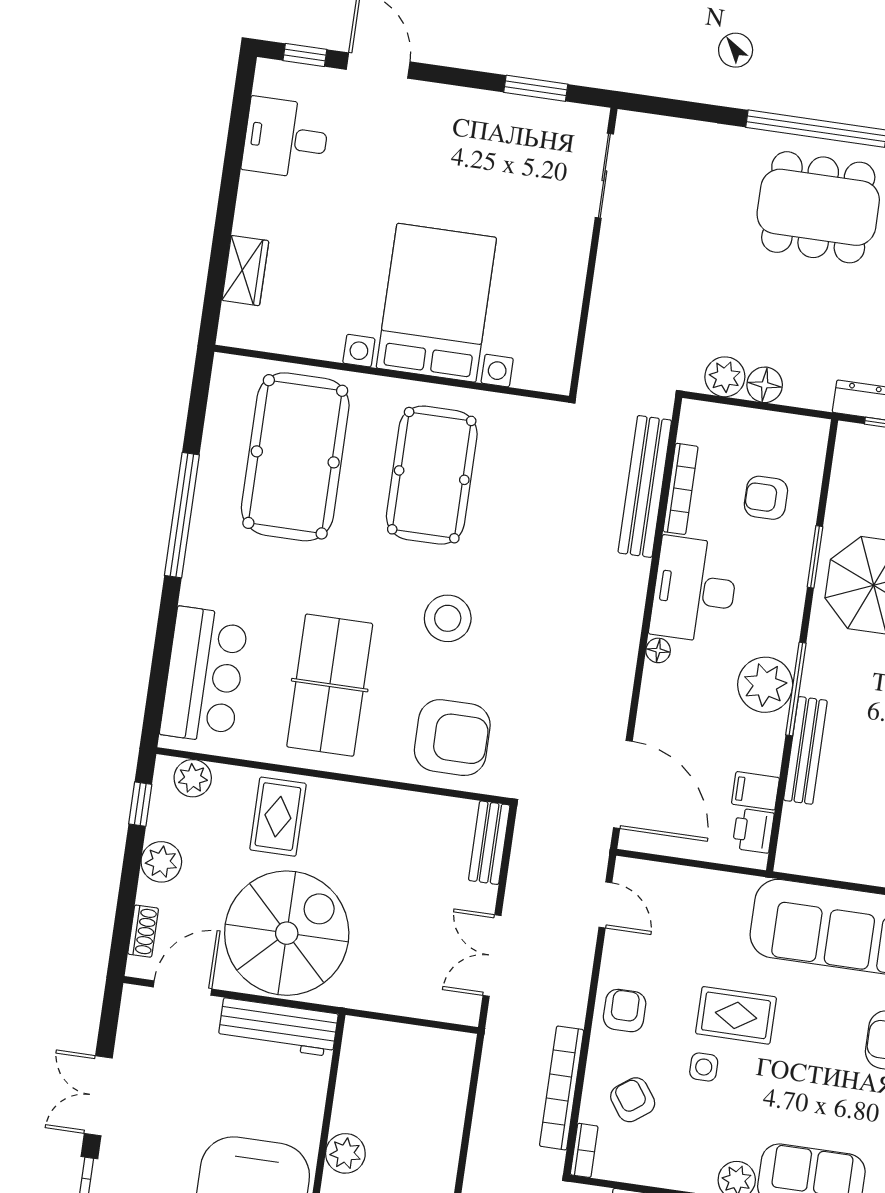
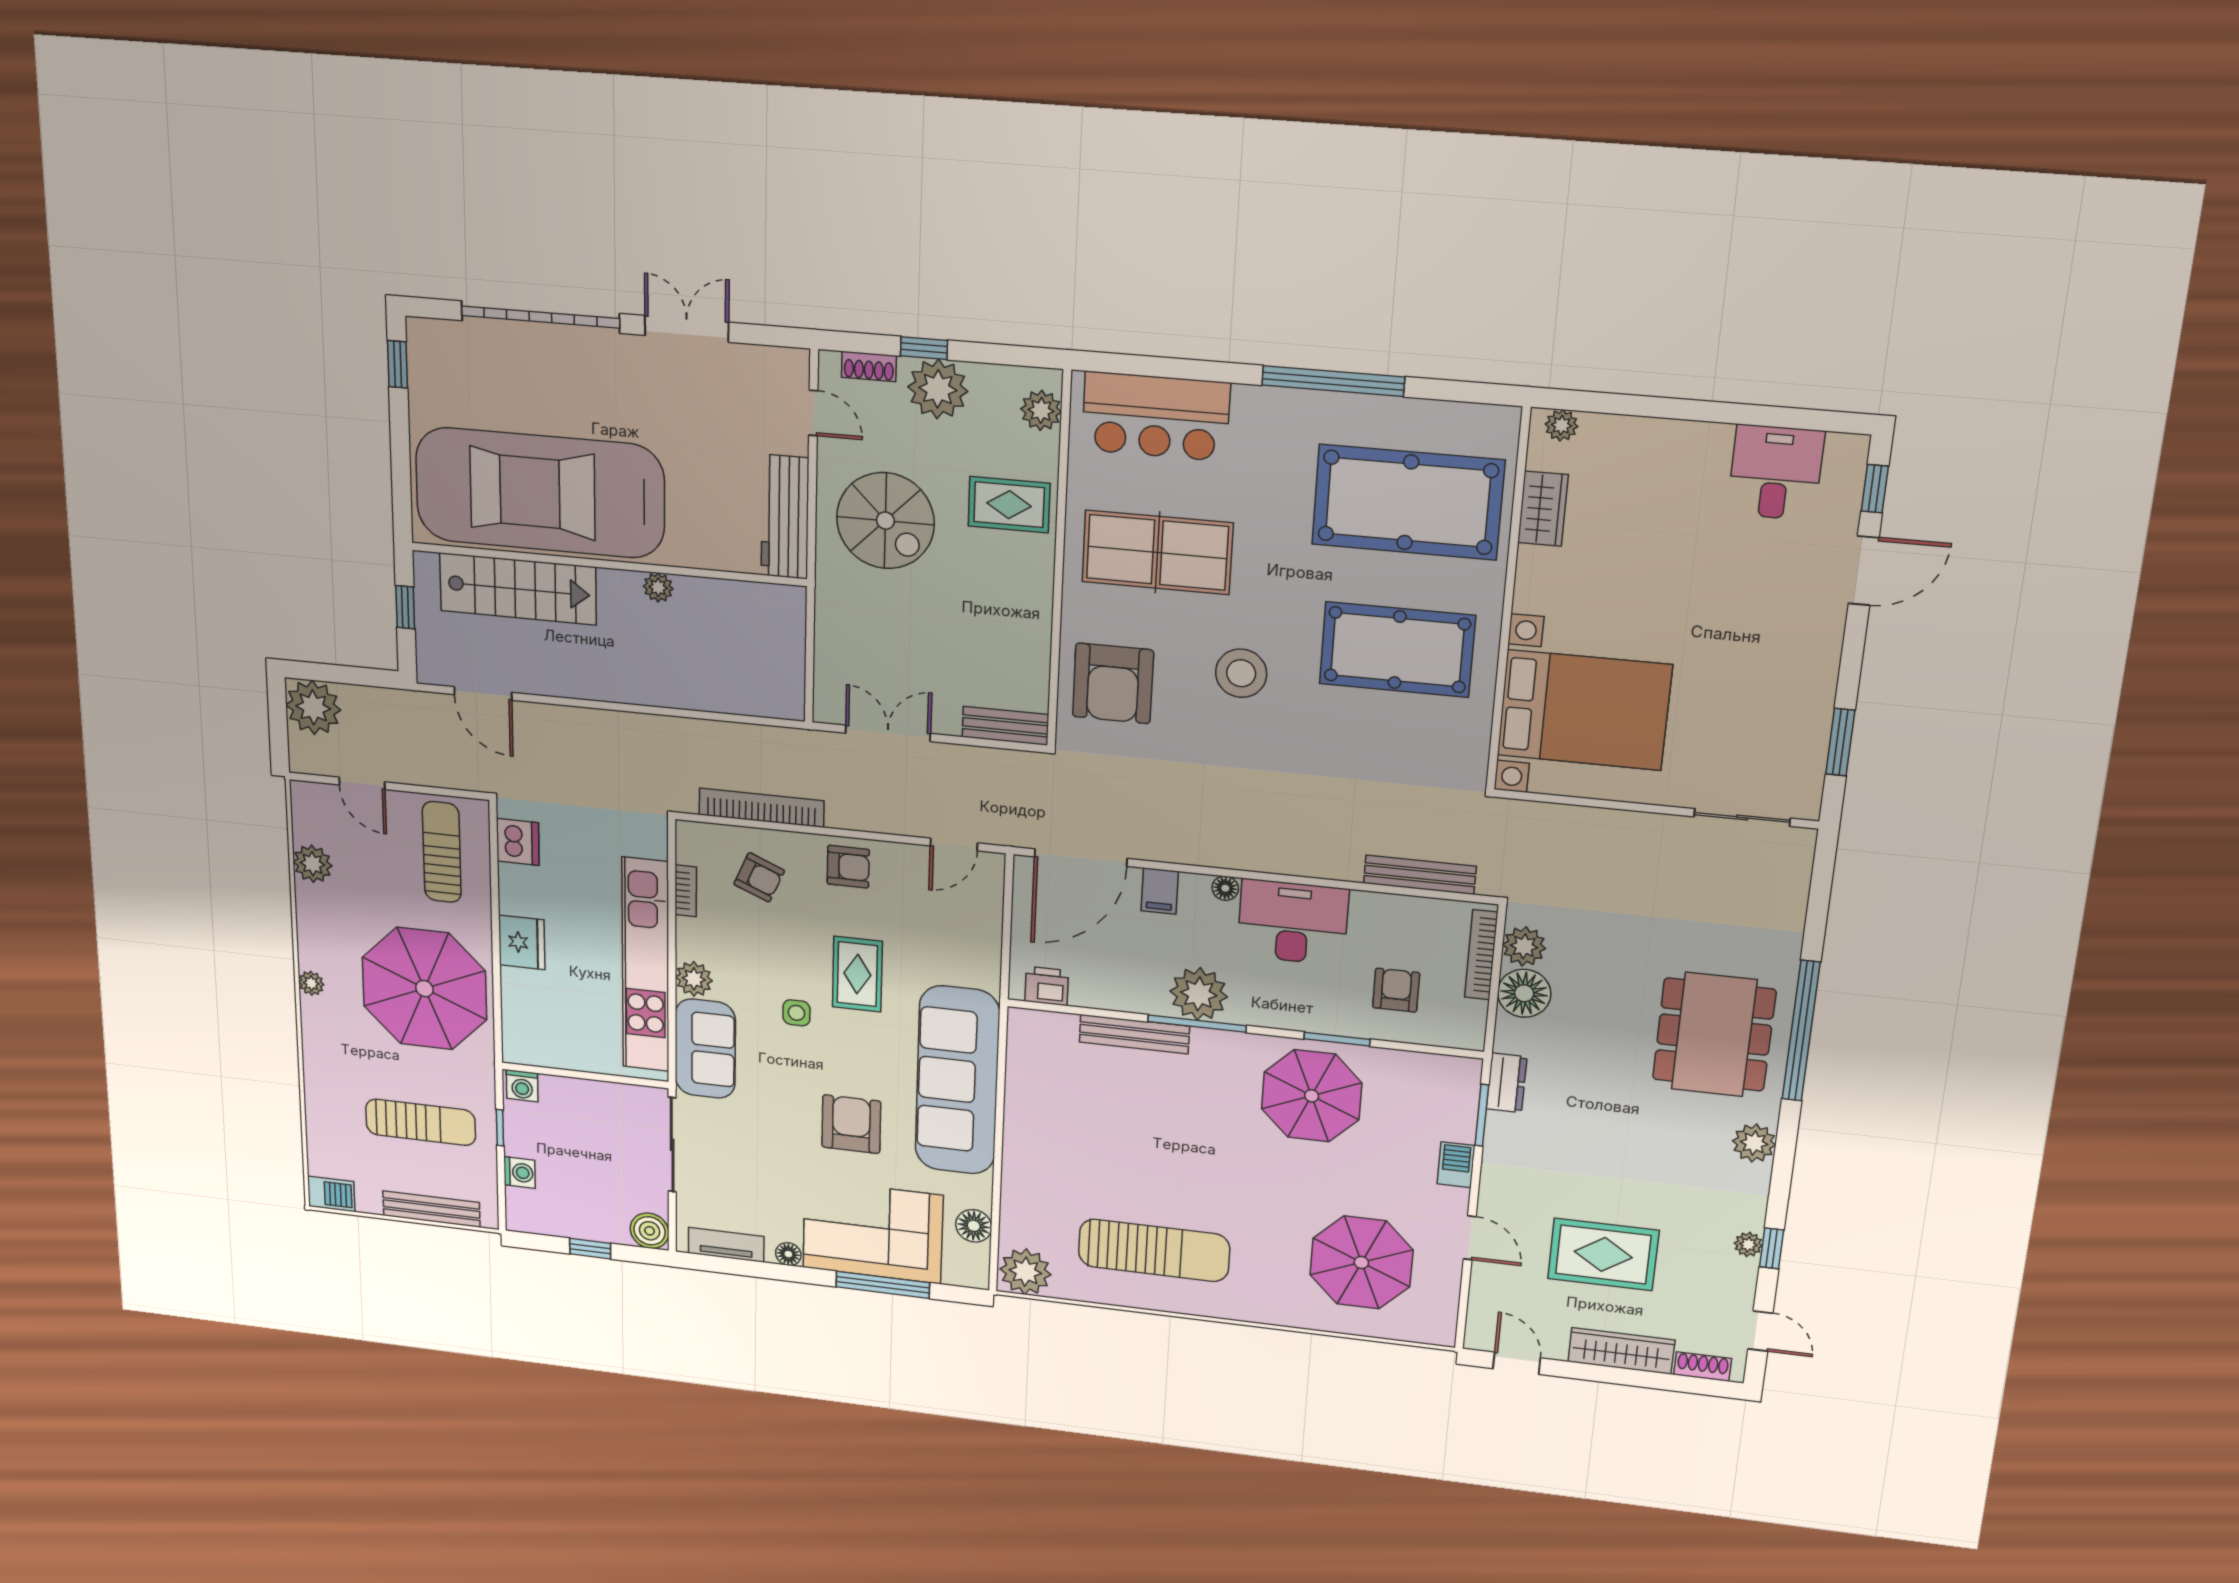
wardrobe: (245, 271) -> (1543, 509), moved, turned -90
bed with nightstands: (436, 303) -> (1584, 710), moved
plant: (233, 319) -> (1561, 425), added
floor lamp: (765, 385) -> (1524, 993), width x1.38, depth x1.38
bench: (645, 486) -> (1420, 875), width x0.73, depth x0.82
bookcase: (681, 489) -> (1481, 955), moved, turned 90
filing cabinet: (755, 791) -> (1160, 891), moved, turned 180
window: (140, 804) -> (924, 348), moved
plant: (161, 862) -> (938, 389), width x1.36, depth x1.36
spiral stairs: (287, 933) -> (885, 521), width x0.73, depth x0.73
door: (183, 988) -> (813, 413), width x0.73
side table: (704, 1067) -> (796, 1013), moved
armchair: (633, 1100) -> (759, 877), turned 59
bookcase: (584, 1150) -> (686, 891), moved, turned -90
plant: (345, 1153) -> (658, 587), width x0.73, depth x0.73

